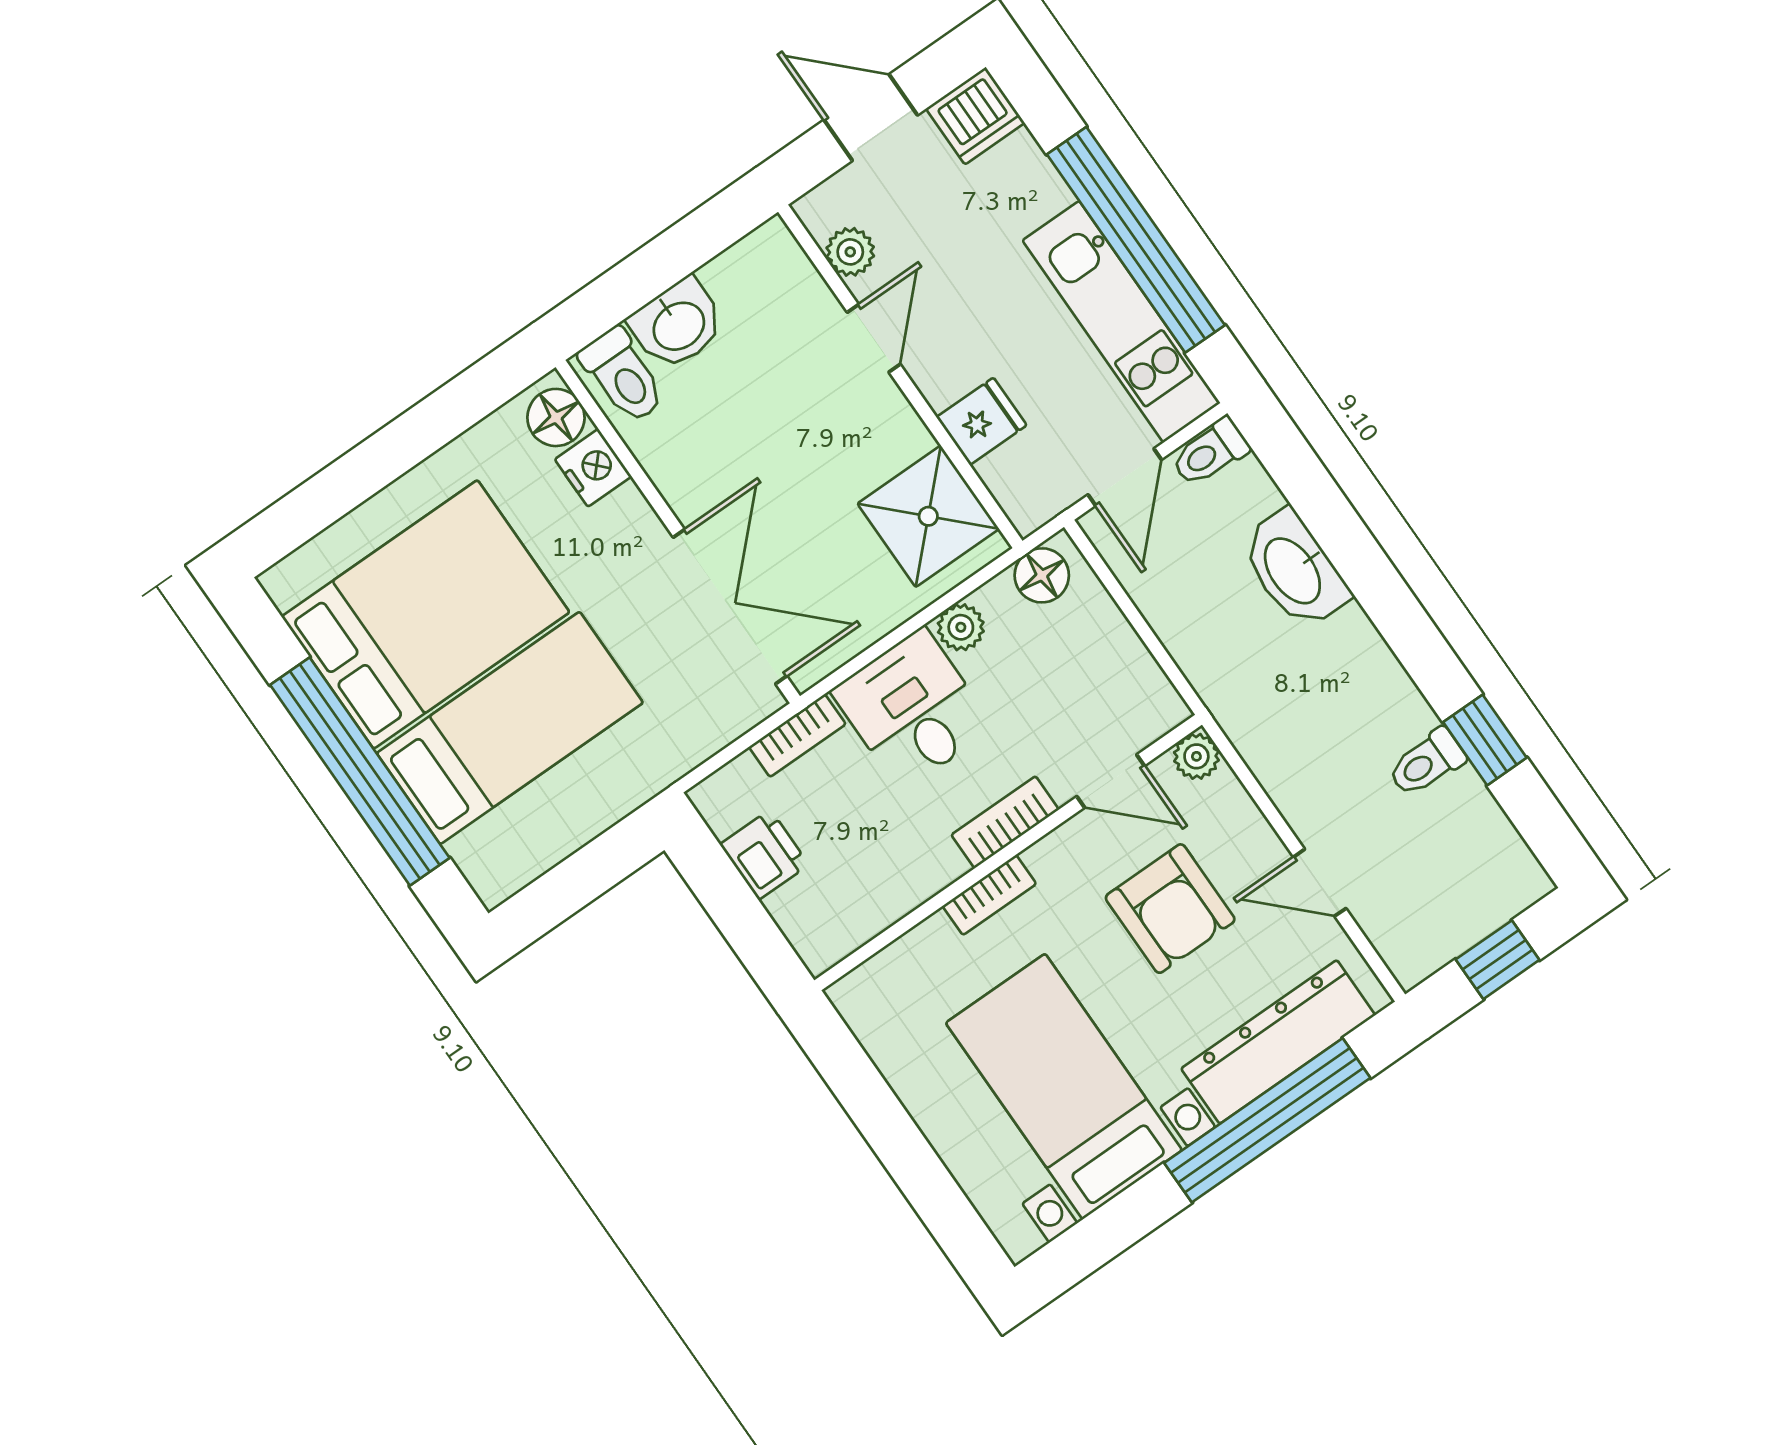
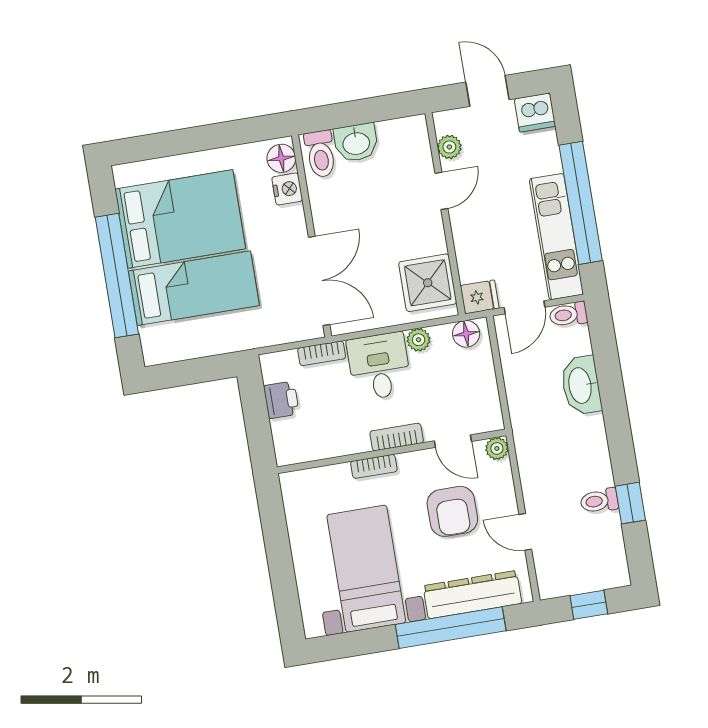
fridge: (982, 421) -> (480, 297), moved

